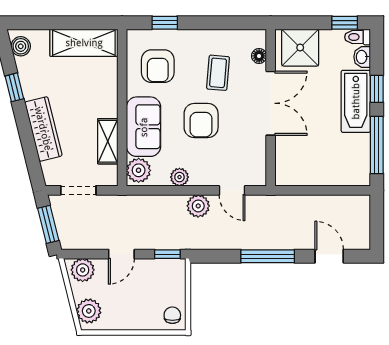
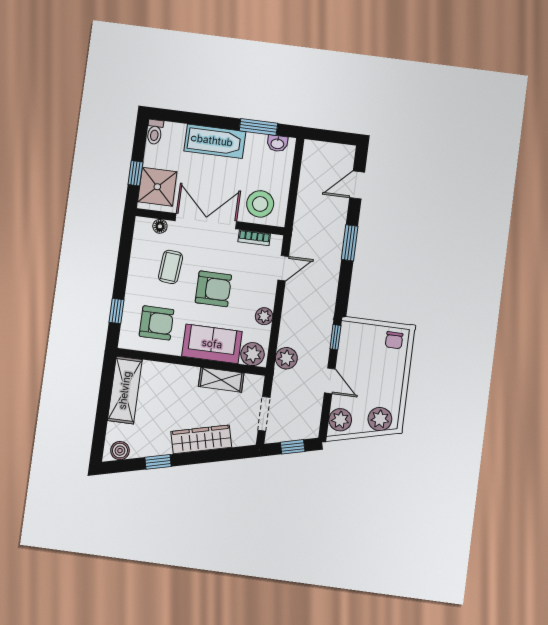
window: (345, 23) -> (135, 173), moved
washbasin: (362, 57) -> (277, 143), moved
coffee table: (218, 73) -> (171, 267), turned 90
window: (377, 89) -> (206, 120), removed
window: (377, 145) -> (258, 127), width x0.69
bookcase: (260, 156) -> (254, 238), added
stool: (296, 157) -> (260, 204), added
plant: (198, 206) -> (286, 358), moved
window: (48, 224) -> (293, 447), width x0.67
window: (268, 256) -> (350, 243), width x0.69
chair: (172, 315) -> (394, 340), turned -90

